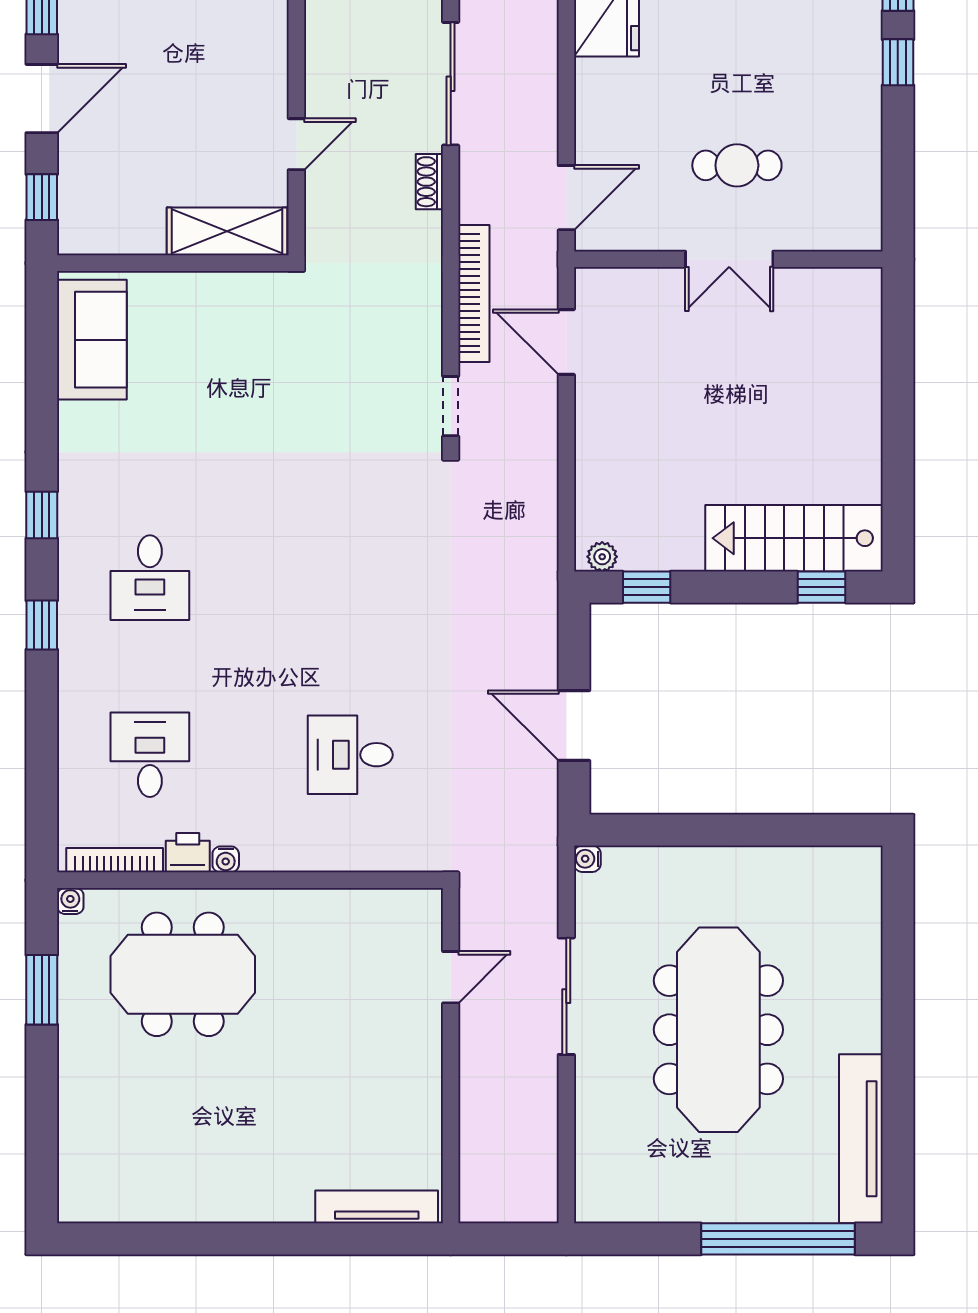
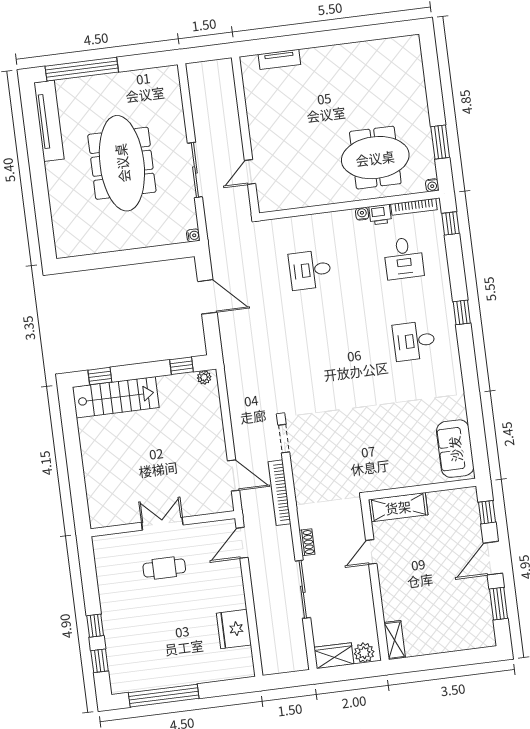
window: (42, 515) -> (451, 223), moved
desk: (150, 578) -> (414, 341), turned -90
desk: (350, 755) -> (310, 270), turned 180
tv unit: (377, 1207) -> (279, 59), width x0.71

